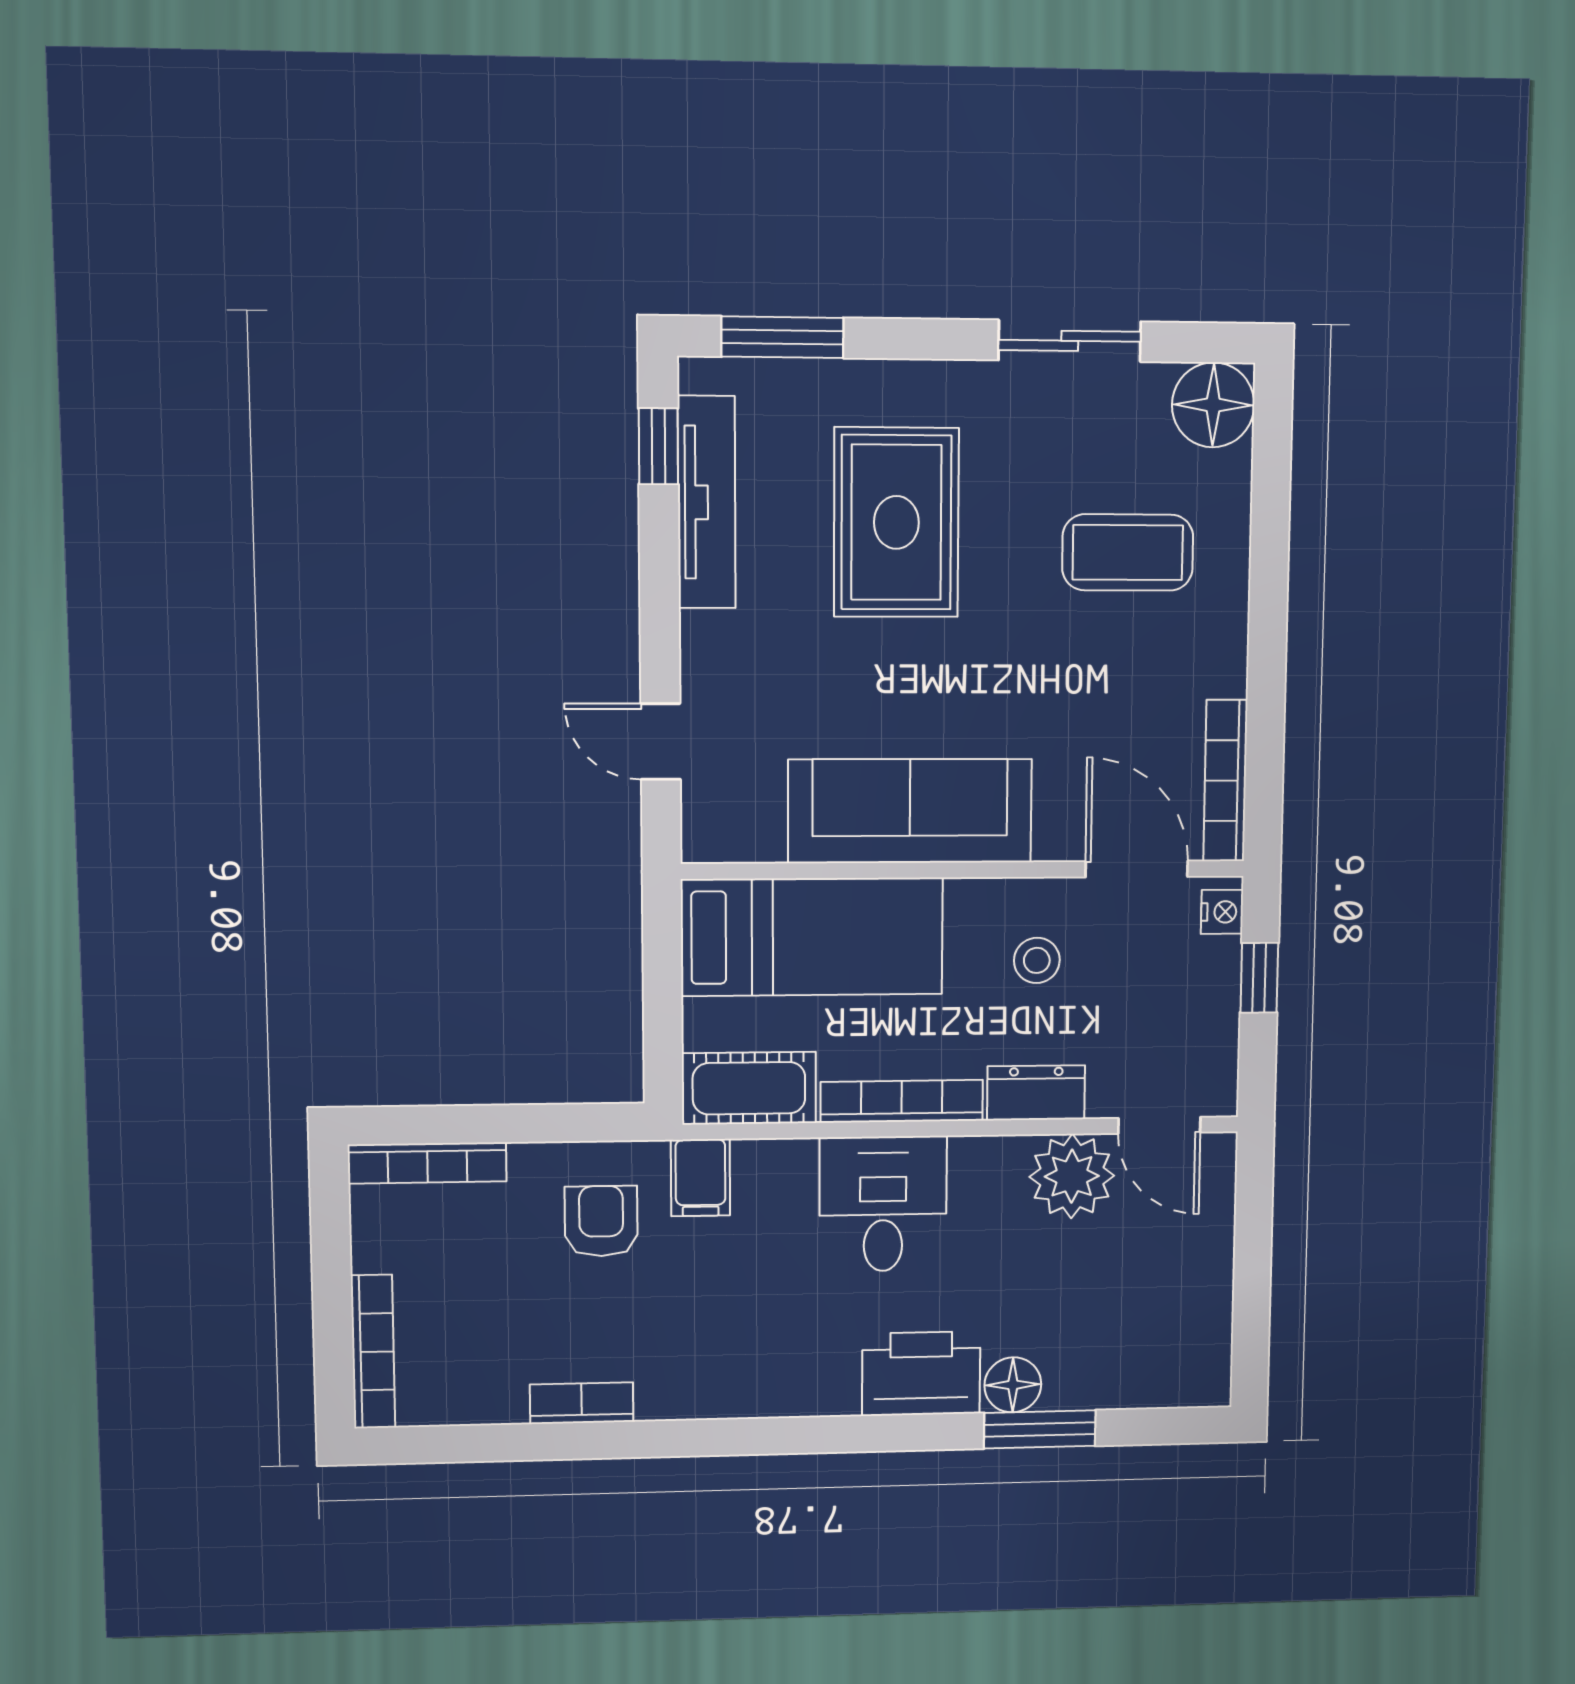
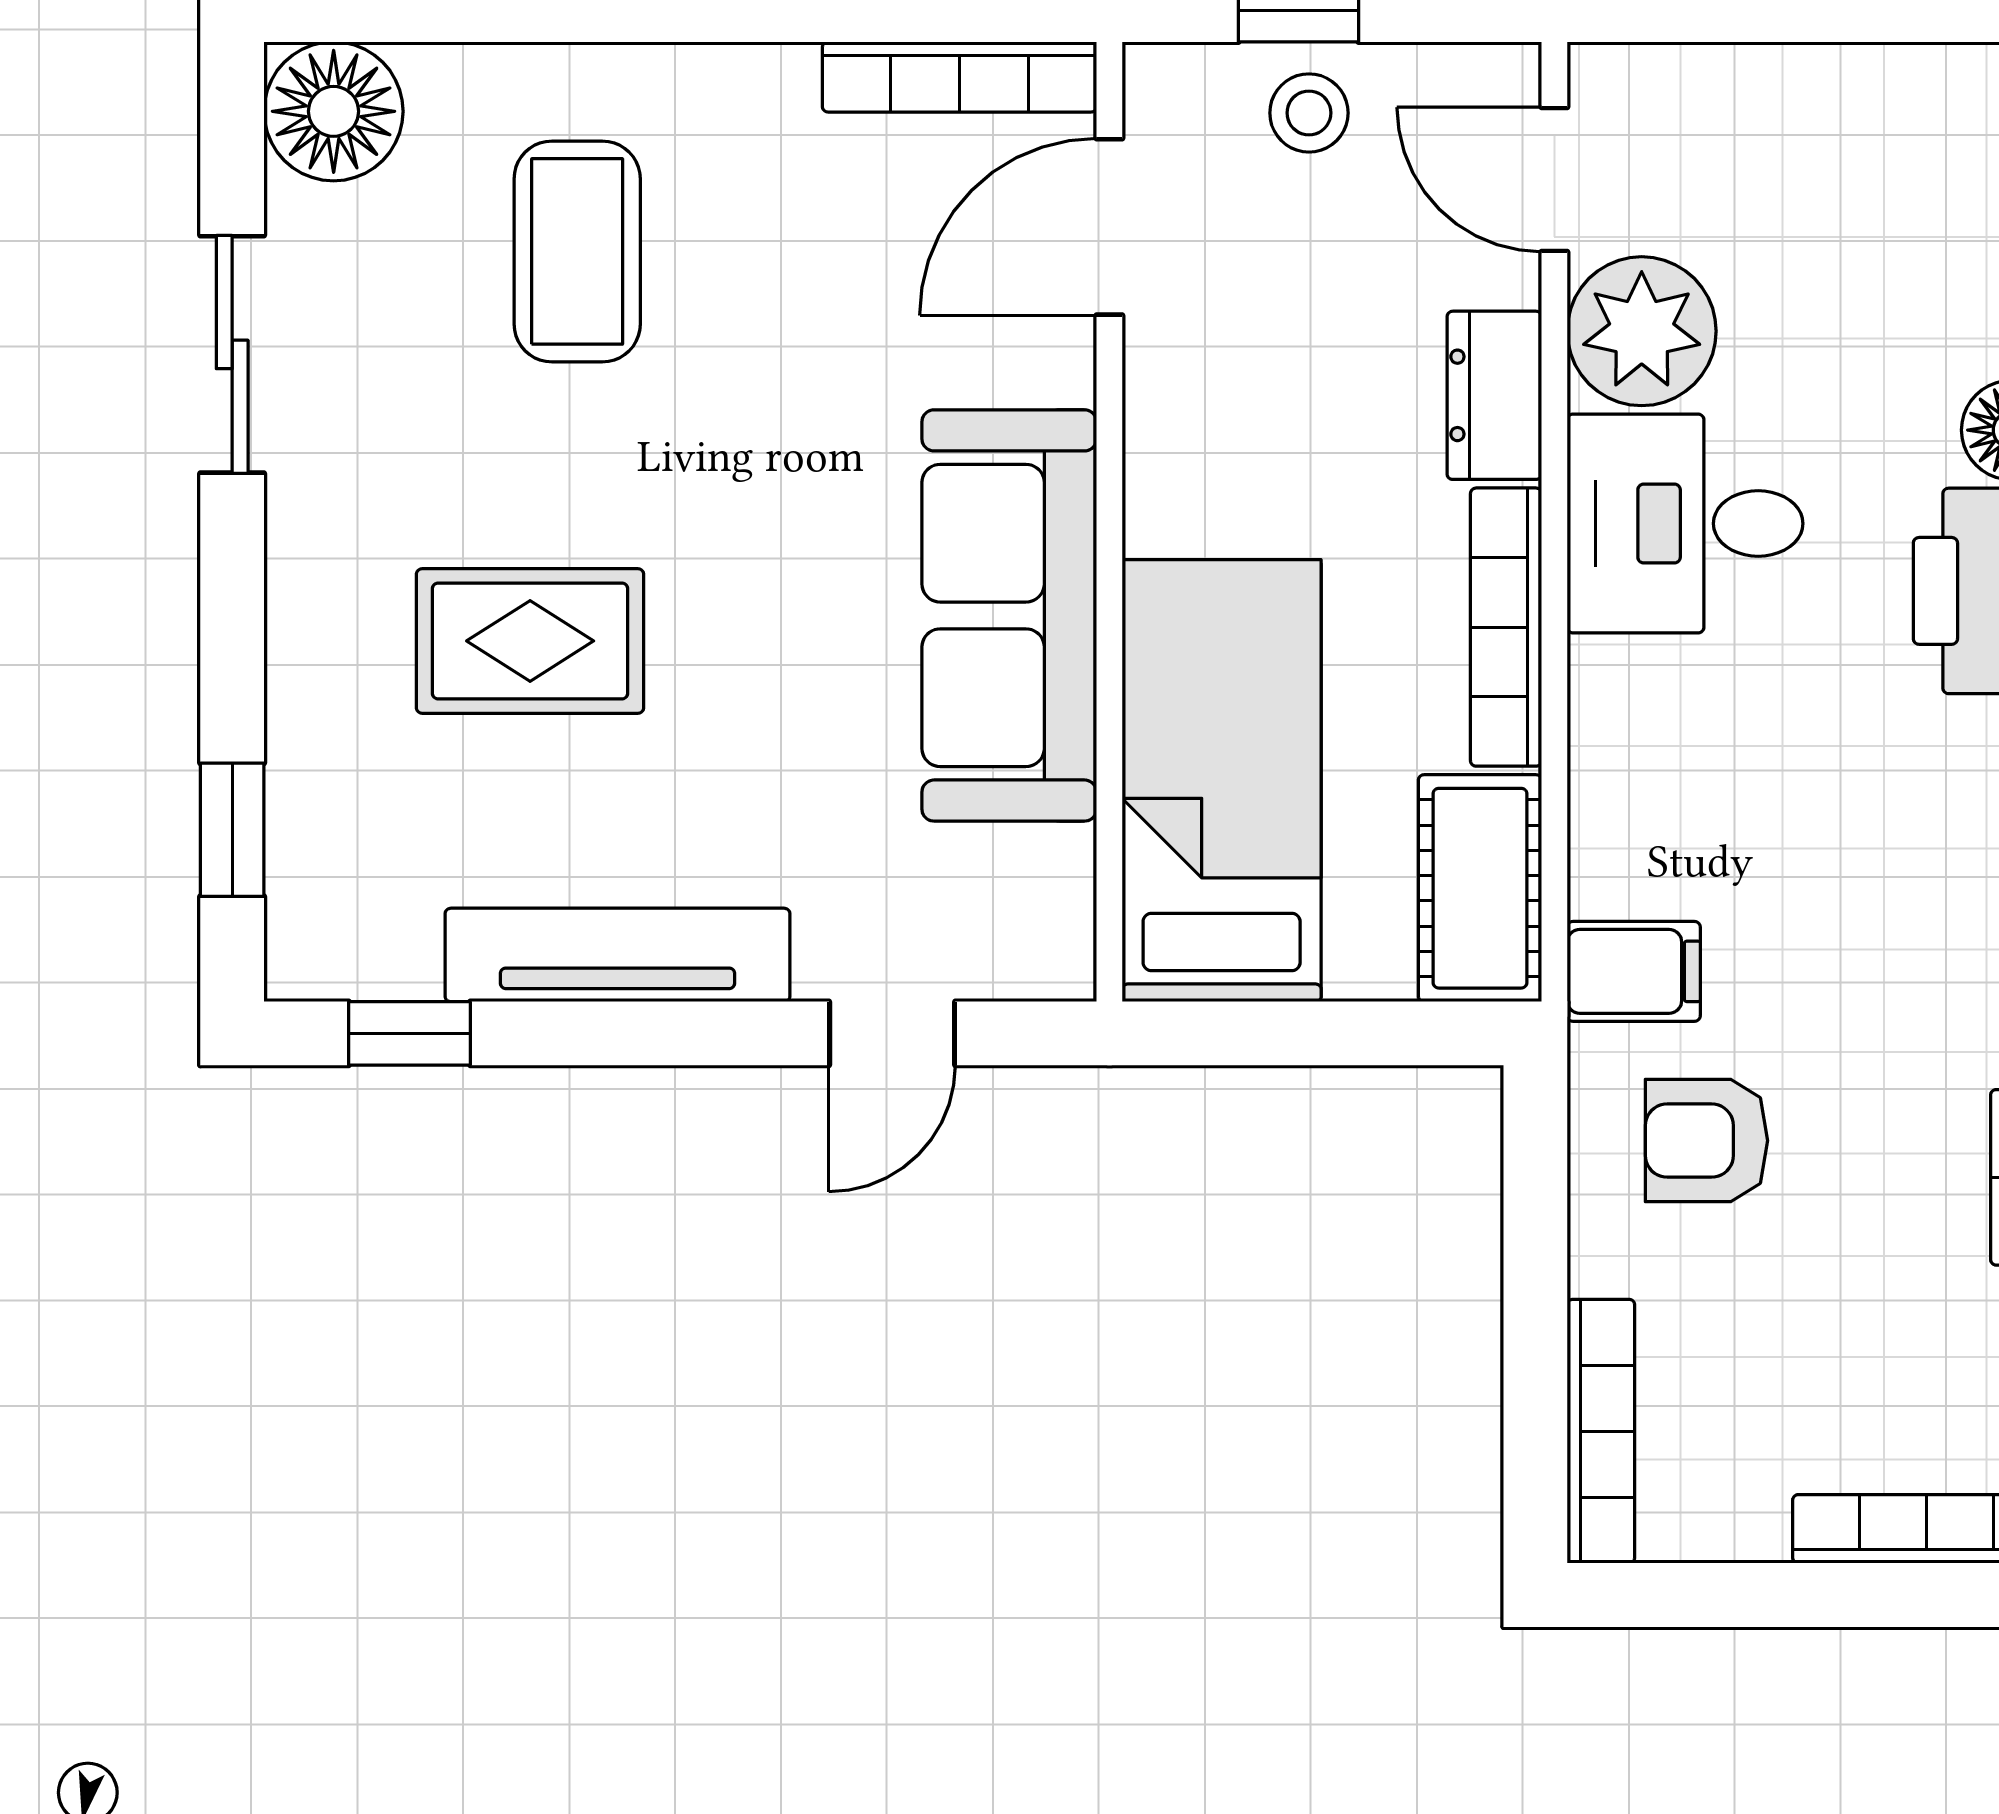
window: (782, 337) -> (232, 830), width x0.67
tv unit: (707, 502) -> (617, 955), moved
rug: (896, 522) -> (530, 641), width x0.73, depth x0.70
nightstand: (1222, 912) -> (1184, 78), removed
stool: (1037, 960) -> (1309, 113), moved
door: (1159, 1125) -> (1554, 179), swing flipped
desk: (883, 1204) -> (1685, 524), moved

